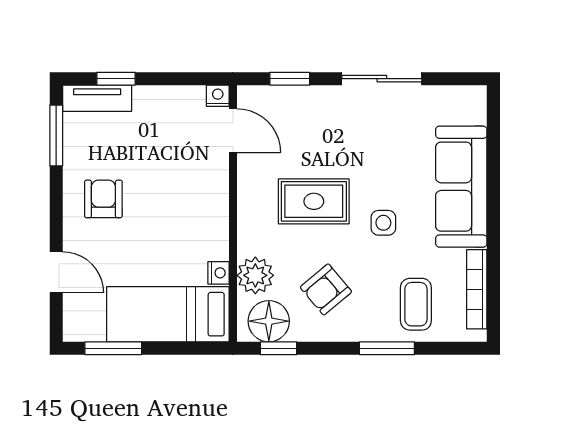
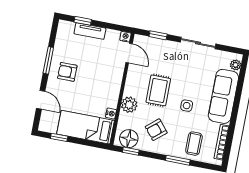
tv unit: (97, 98) -> (90, 31), moved
plant: (475, 111) -> (235, 65), added
window: (56, 136) -> (48, 60), moved
armchair: (103, 199) -> (67, 72), turned -90
rug: (314, 201) -> (158, 90), turned 90
plant: (255, 275) -> (129, 105), moved
window: (113, 348) -> (59, 137), width x0.67

